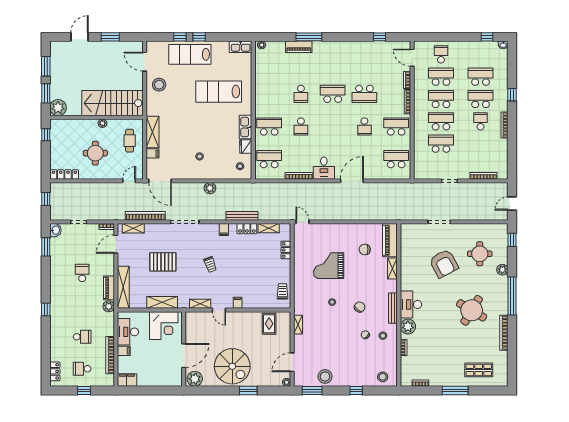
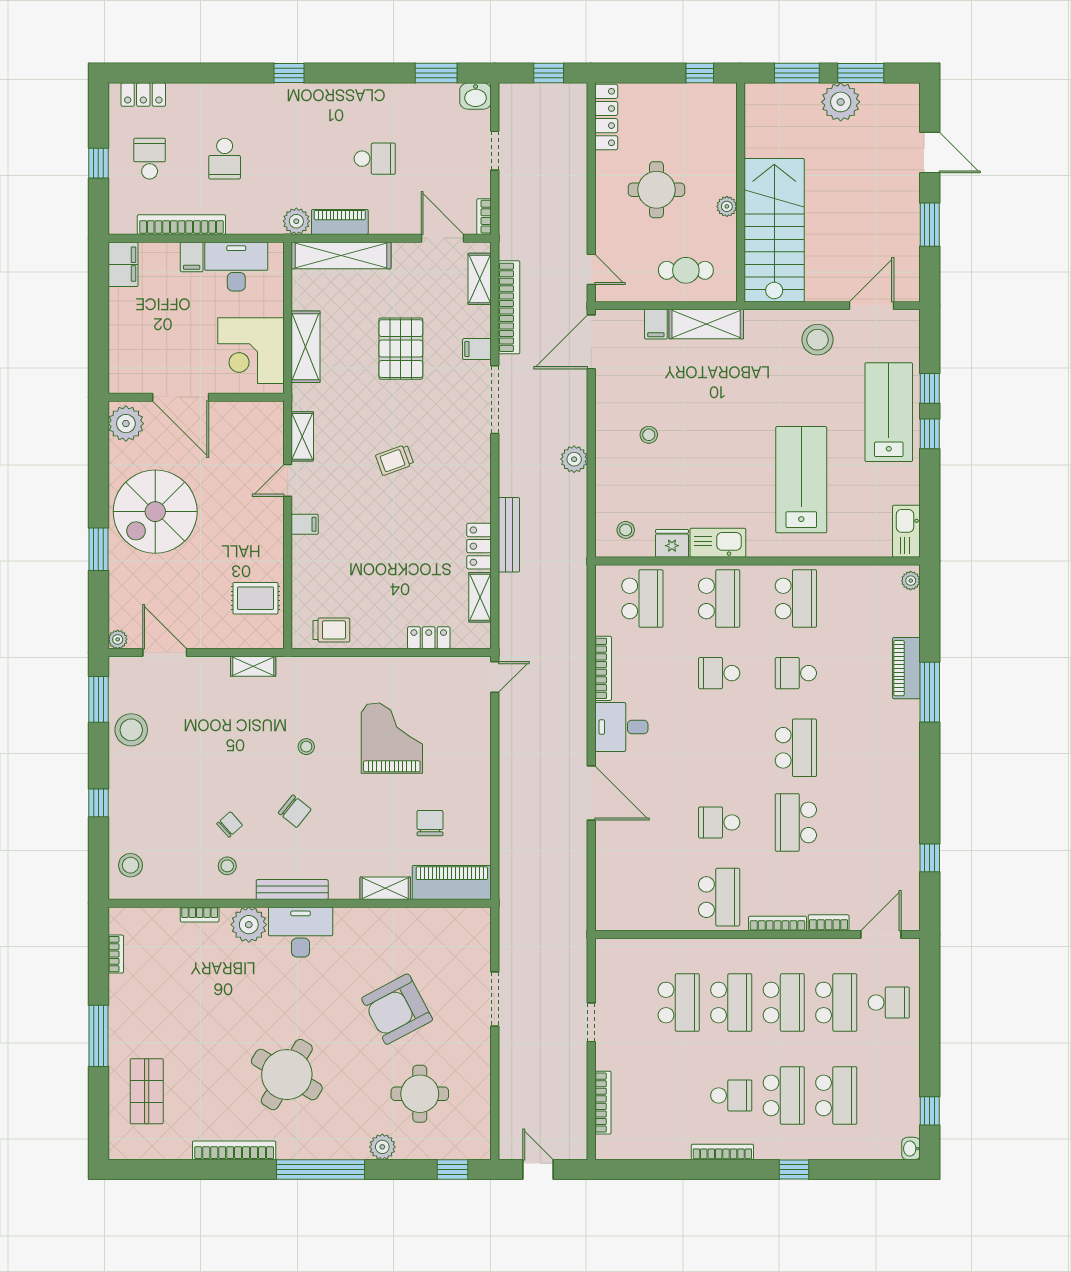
plant: (58, 108) -> (841, 102), moved
school desk: (396, 159) -> (796, 598), moved
filing cabinet: (224, 229) -> (477, 349), moved

